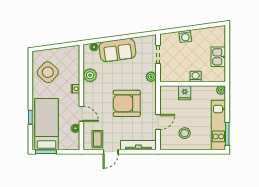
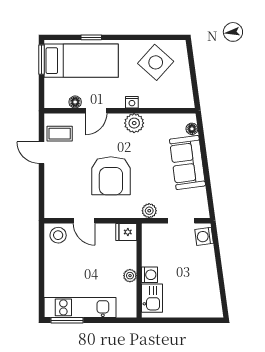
washing machine: (185, 36) -> (204, 236), moved
kitchen sink: (218, 57) -> (152, 298), moved, turned 90
plant: (90, 75) -> (134, 123), moved
plant: (221, 90) -> (130, 276), moved
fridge: (185, 93) -> (126, 232), moved
armchair: (127, 103) -> (111, 176), turned 180
stool: (185, 133) -> (58, 235), moved
tv unit: (138, 145) -> (51, 193), removed

